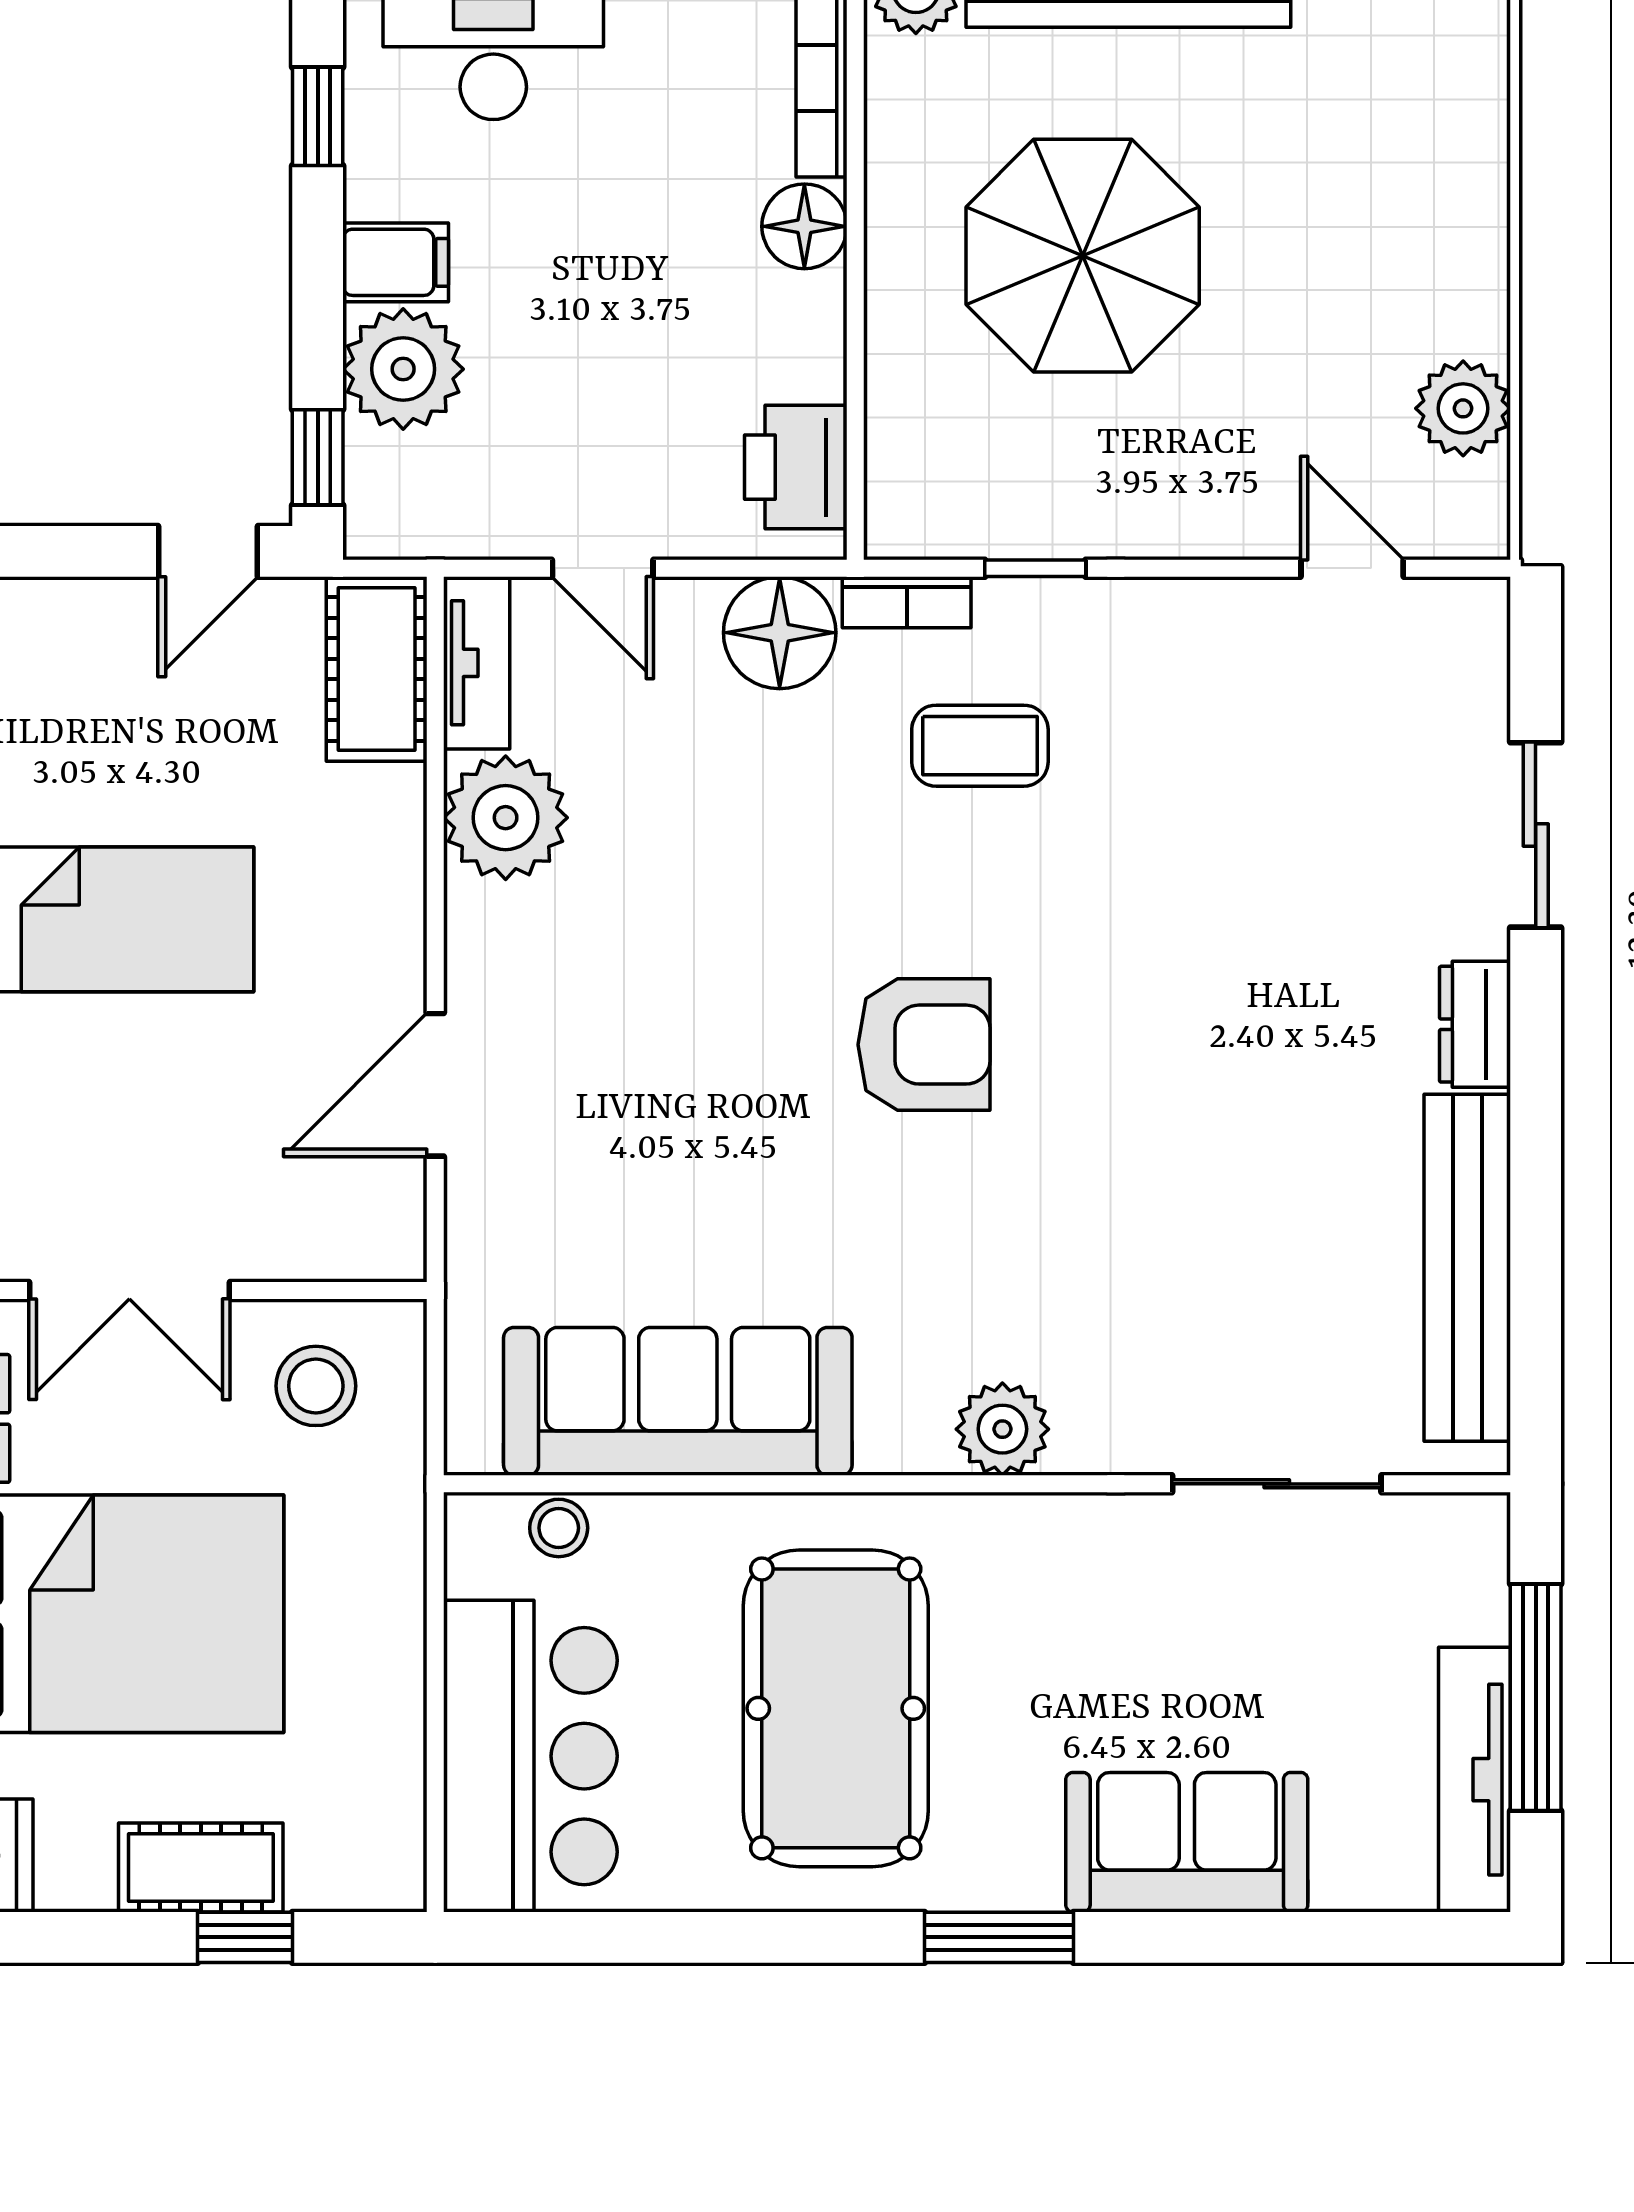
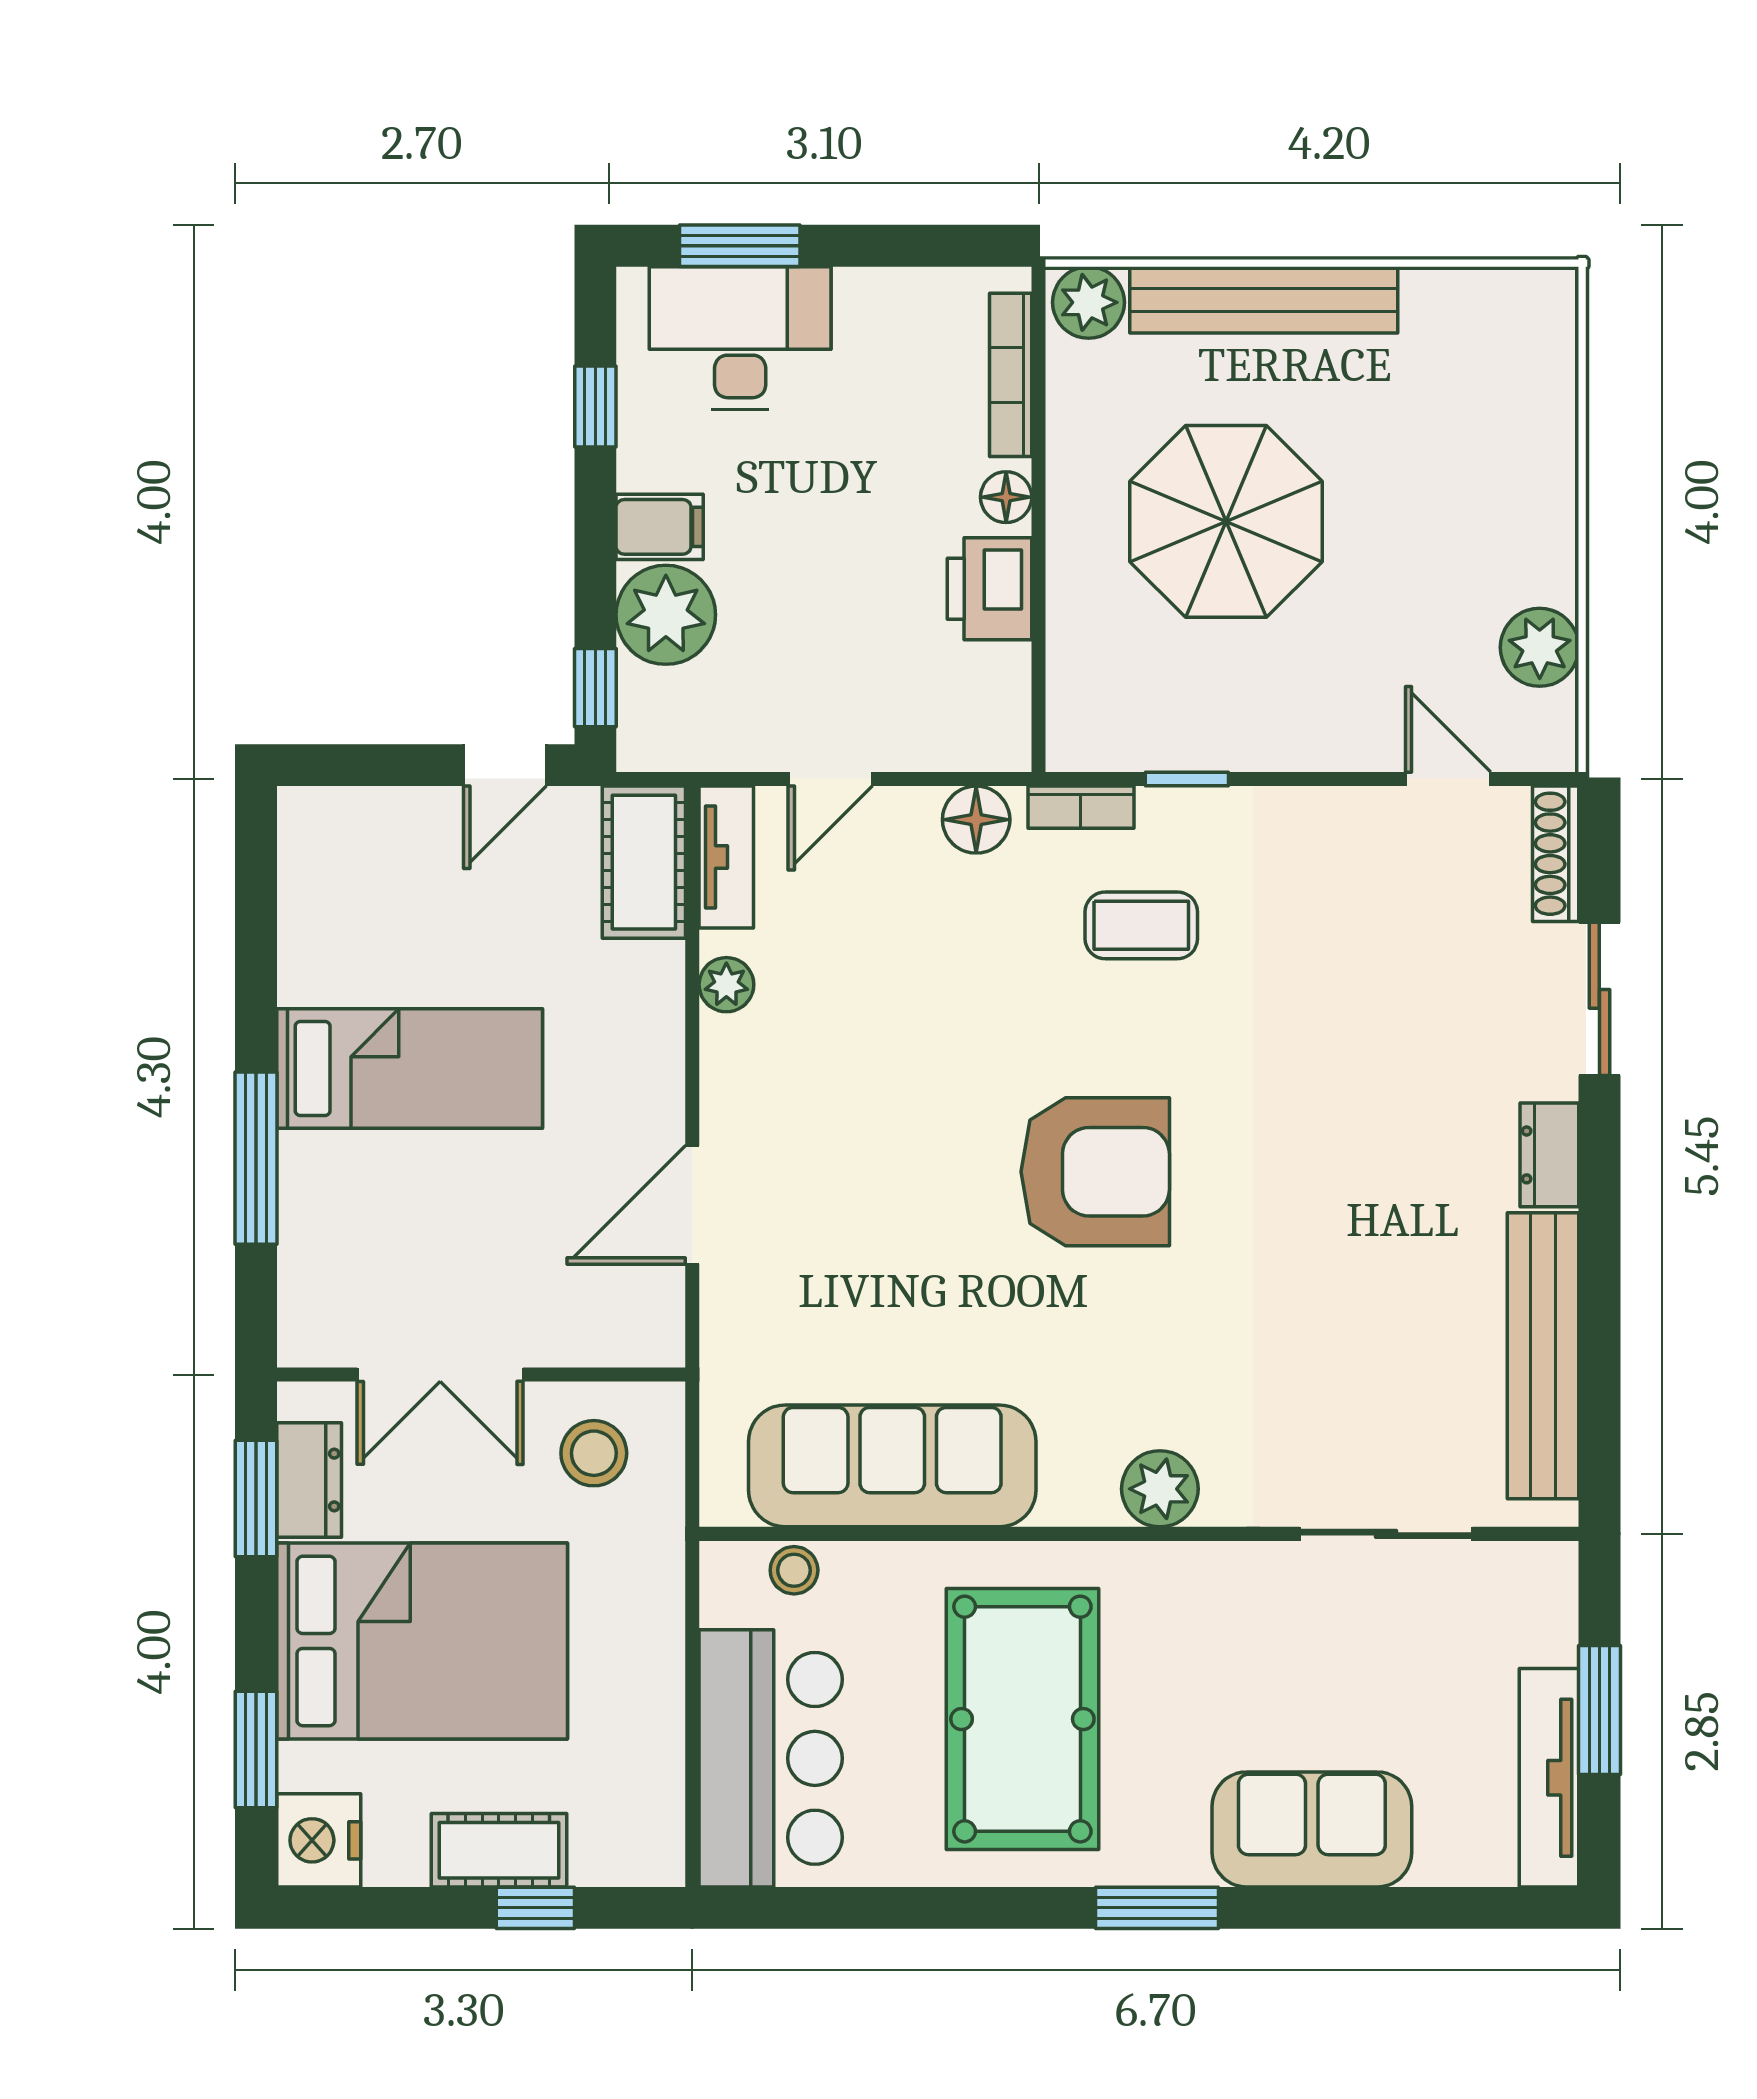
floor lamp: (804, 226) -> (1006, 497), width x0.73, depth x0.73
printer: (796, 467) -> (989, 589), moved
door: (603, 568) -> (830, 779), hinge flipped
floor lamp: (780, 633) -> (976, 820), width x0.73, depth x0.73
shoe rack: (1483, 659) -> (1556, 854), added
plant: (506, 818) -> (726, 985), width x0.53, depth x0.53
armchair: (924, 1045) -> (1095, 1172), width x1.36, depth x1.36
window: (1536, 1697) -> (1599, 1710), width x0.69

